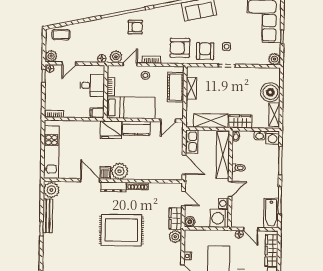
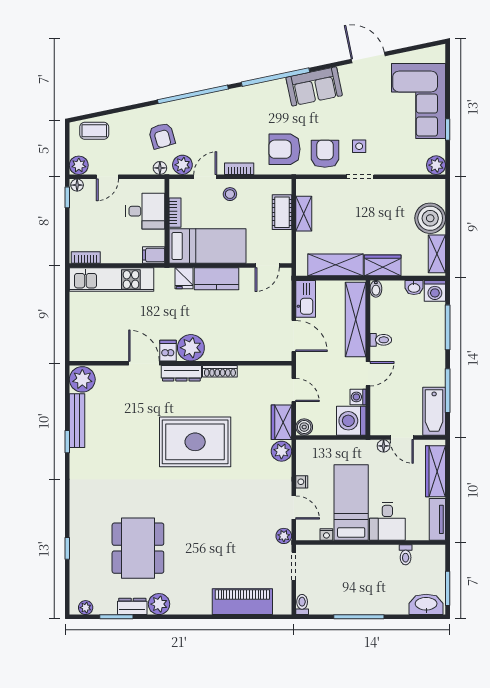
armchair: (135, 27) -> (162, 136), moved, turned 74
cot: (176, 87) -> (282, 212), width x0.73, depth x0.75
fridge: (111, 130) -> (184, 278), width x0.53, depth x0.75
kitchen unit: (51, 152) -> (112, 279), moved, turned 90

